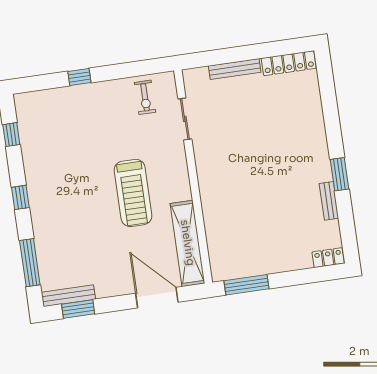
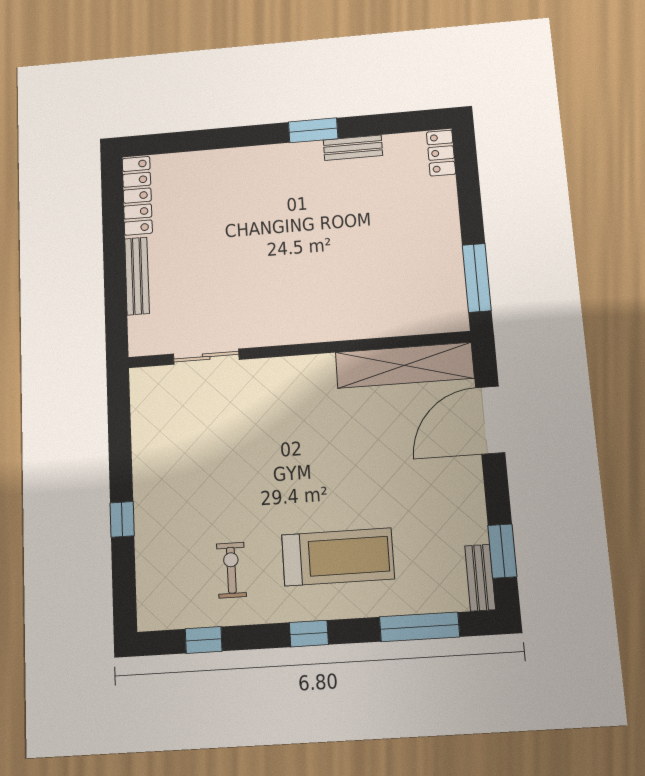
exercise bike: (145, 97) -> (231, 570), moved, turned -90
treadmill: (133, 193) -> (338, 557), moved
bench: (68, 296) -> (480, 578), width x0.73

